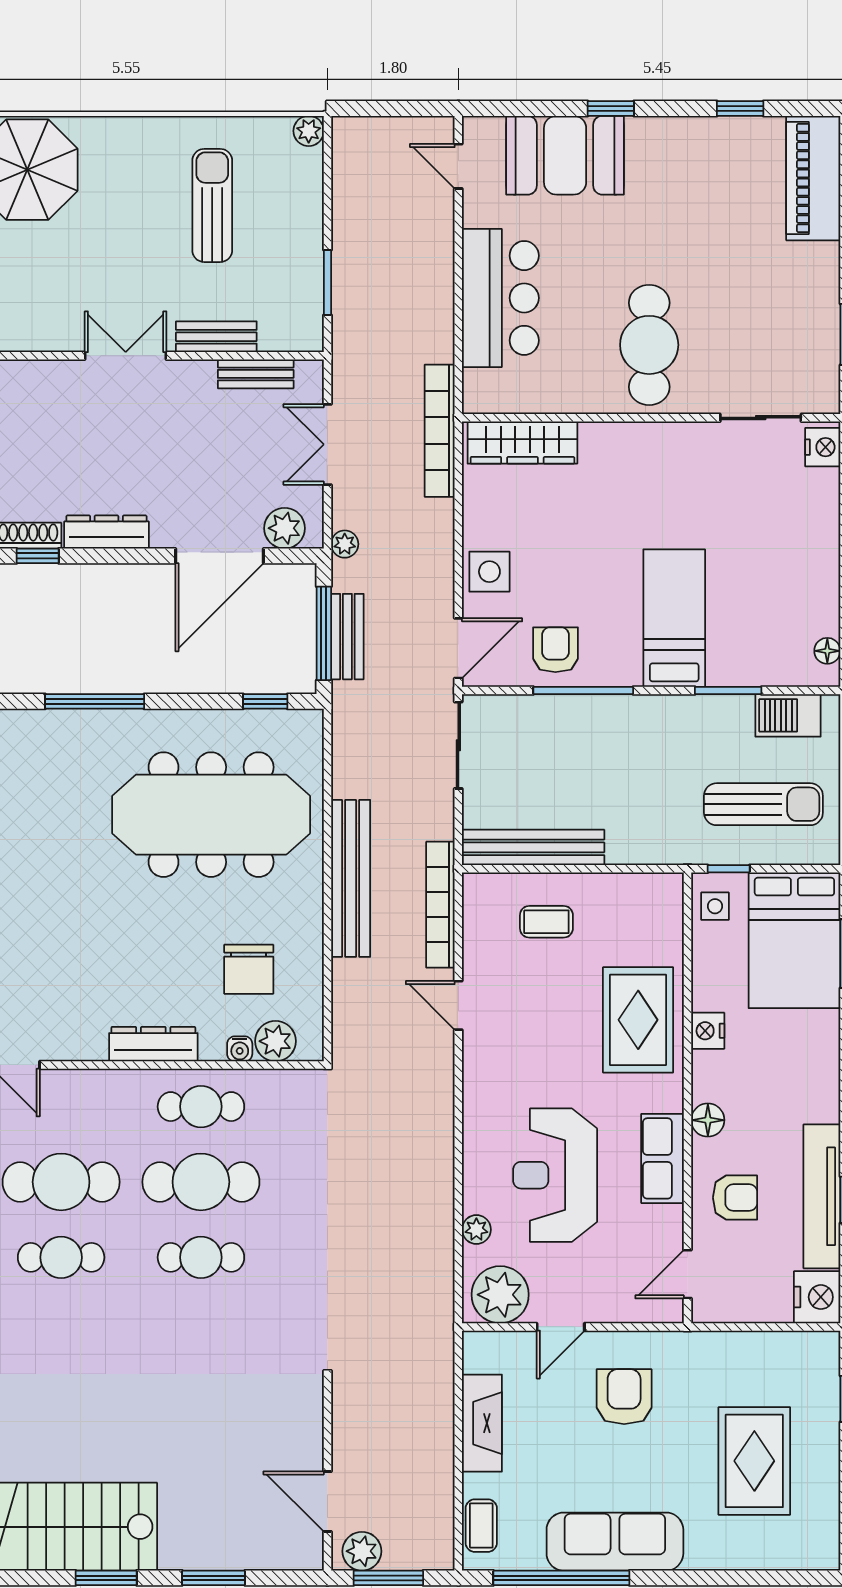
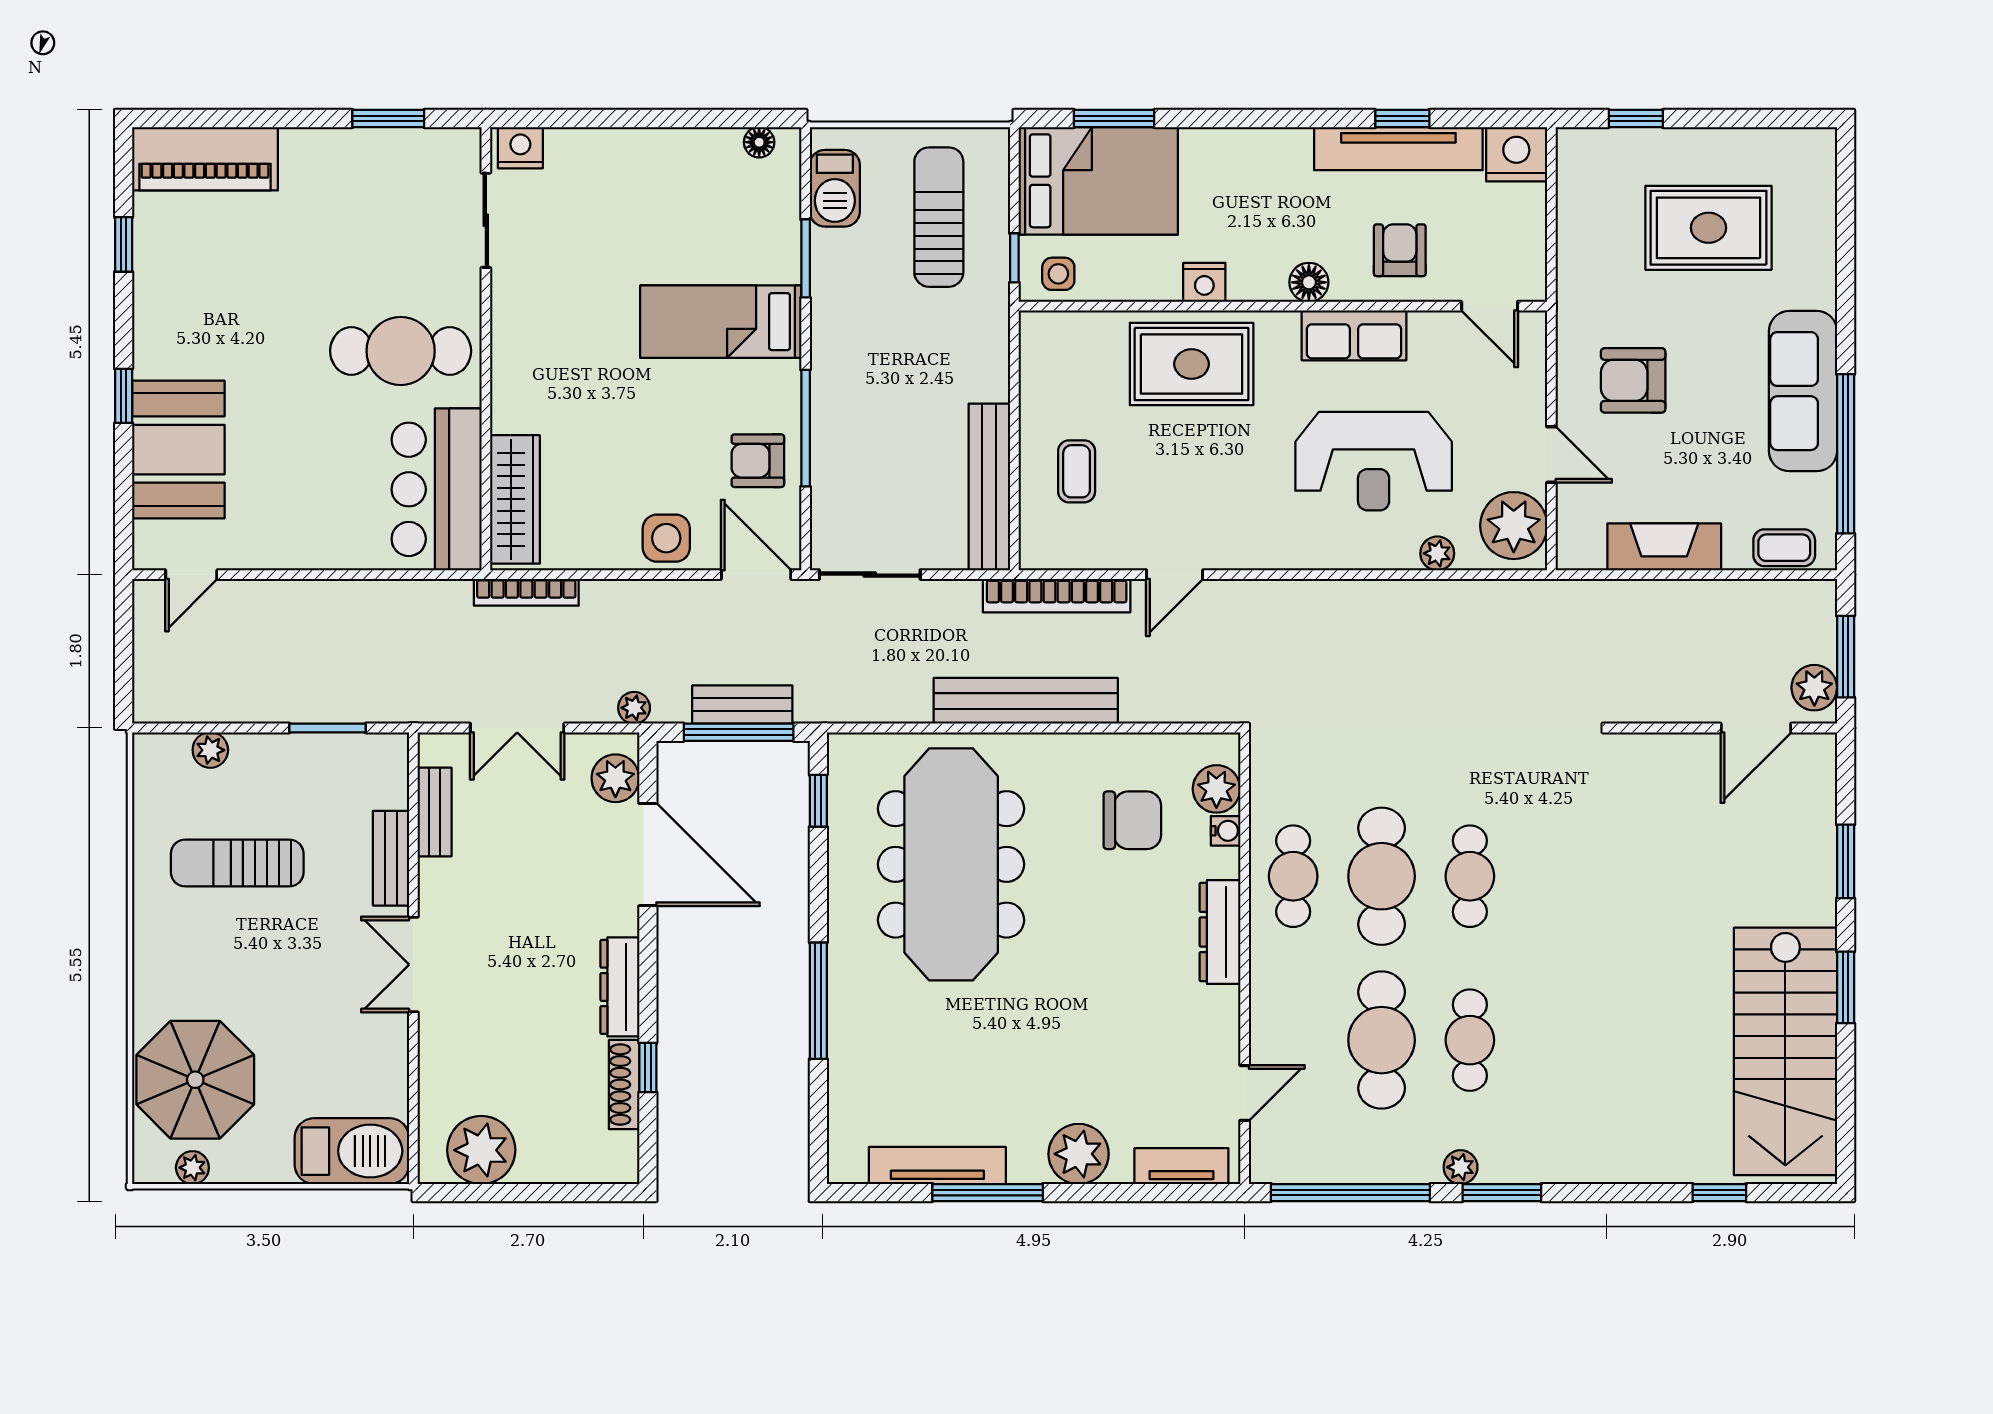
plant: (309, 131) -> (210, 750), moved
bar counter: (500, 298) -> (437, 489), moved, turned -90
bookcase: (440, 431) -> (526, 592), width x0.68, depth x0.76

